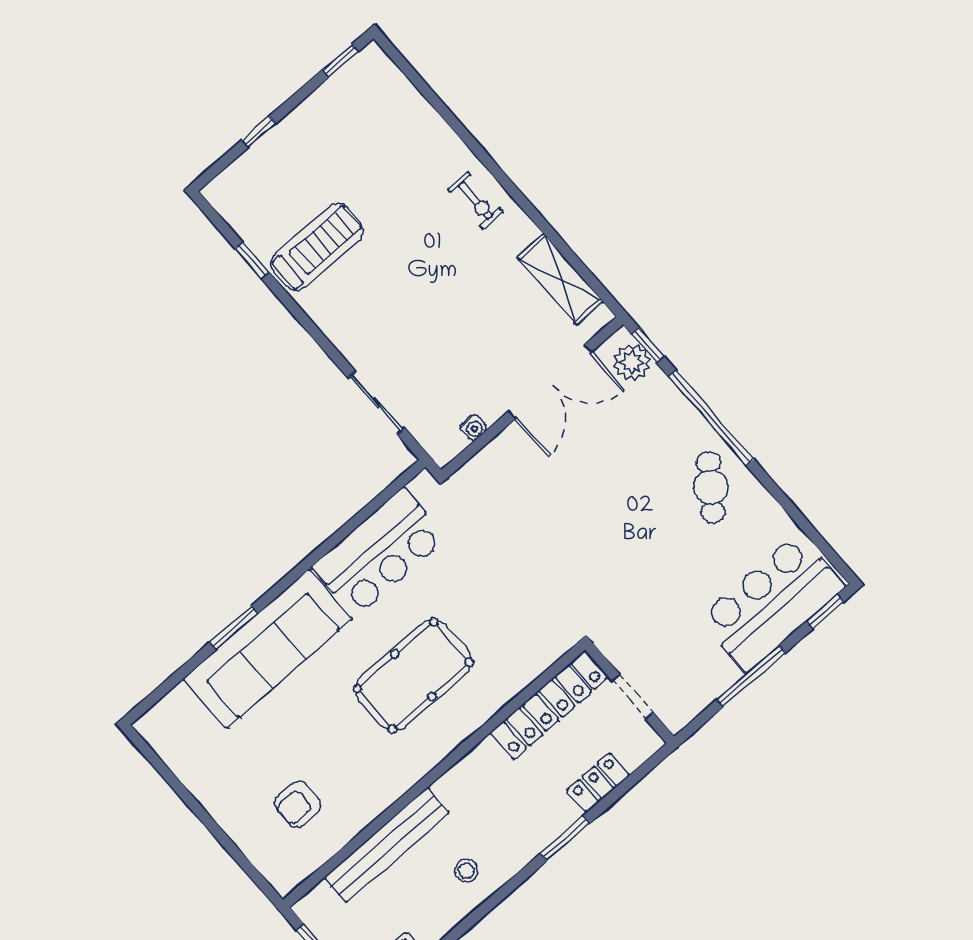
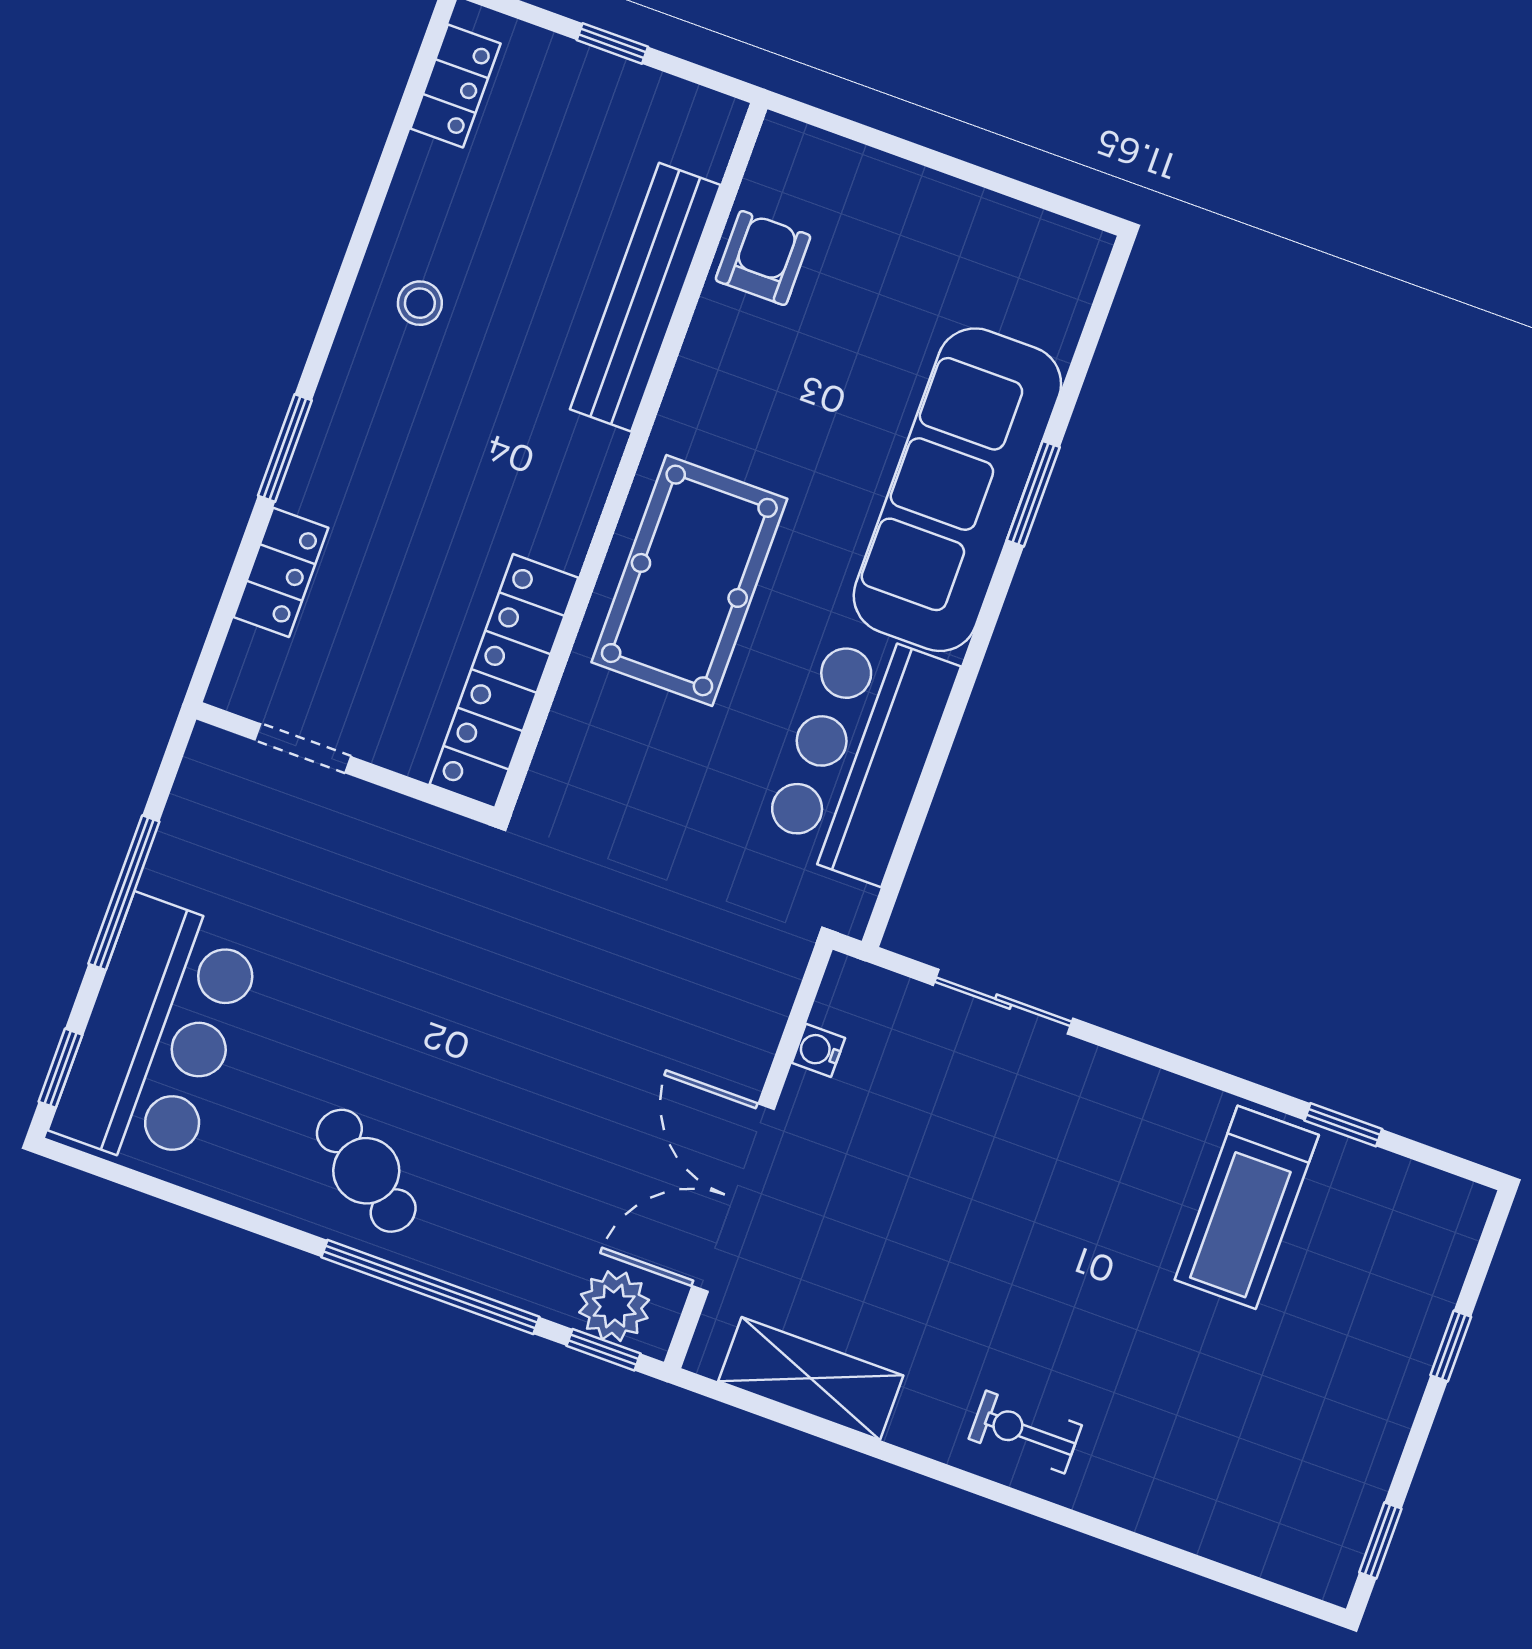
locker: (549, 705) -> (504, 681), moved
wall: (434, 775) -> (631, 459), moved
bench: (387, 845) -> (645, 297), moved

